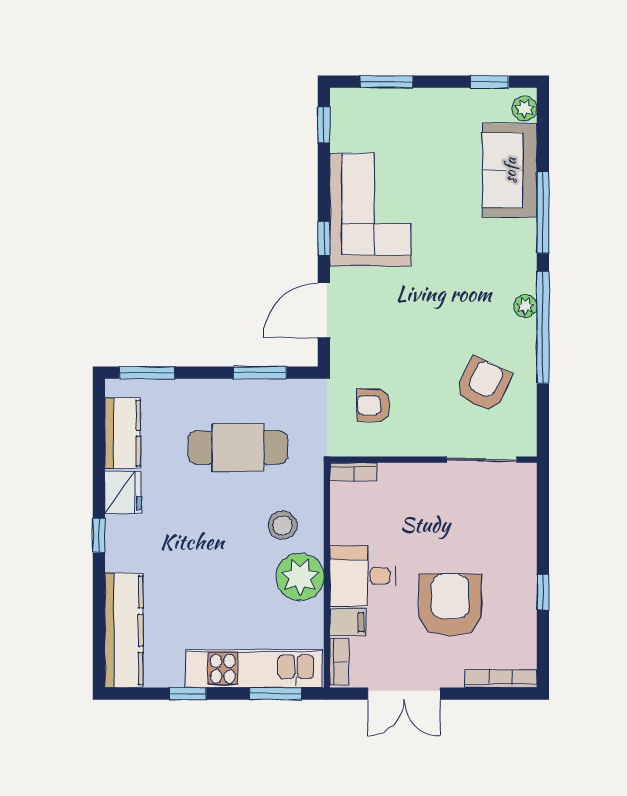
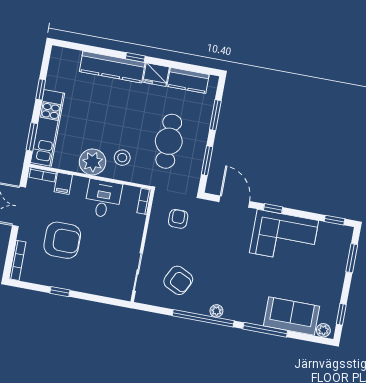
window: (147, 373) -> (215, 115), moved
desk: (362, 576) -> (103, 199), moved
kitchen counter: (124, 630) -> (112, 67), moved

